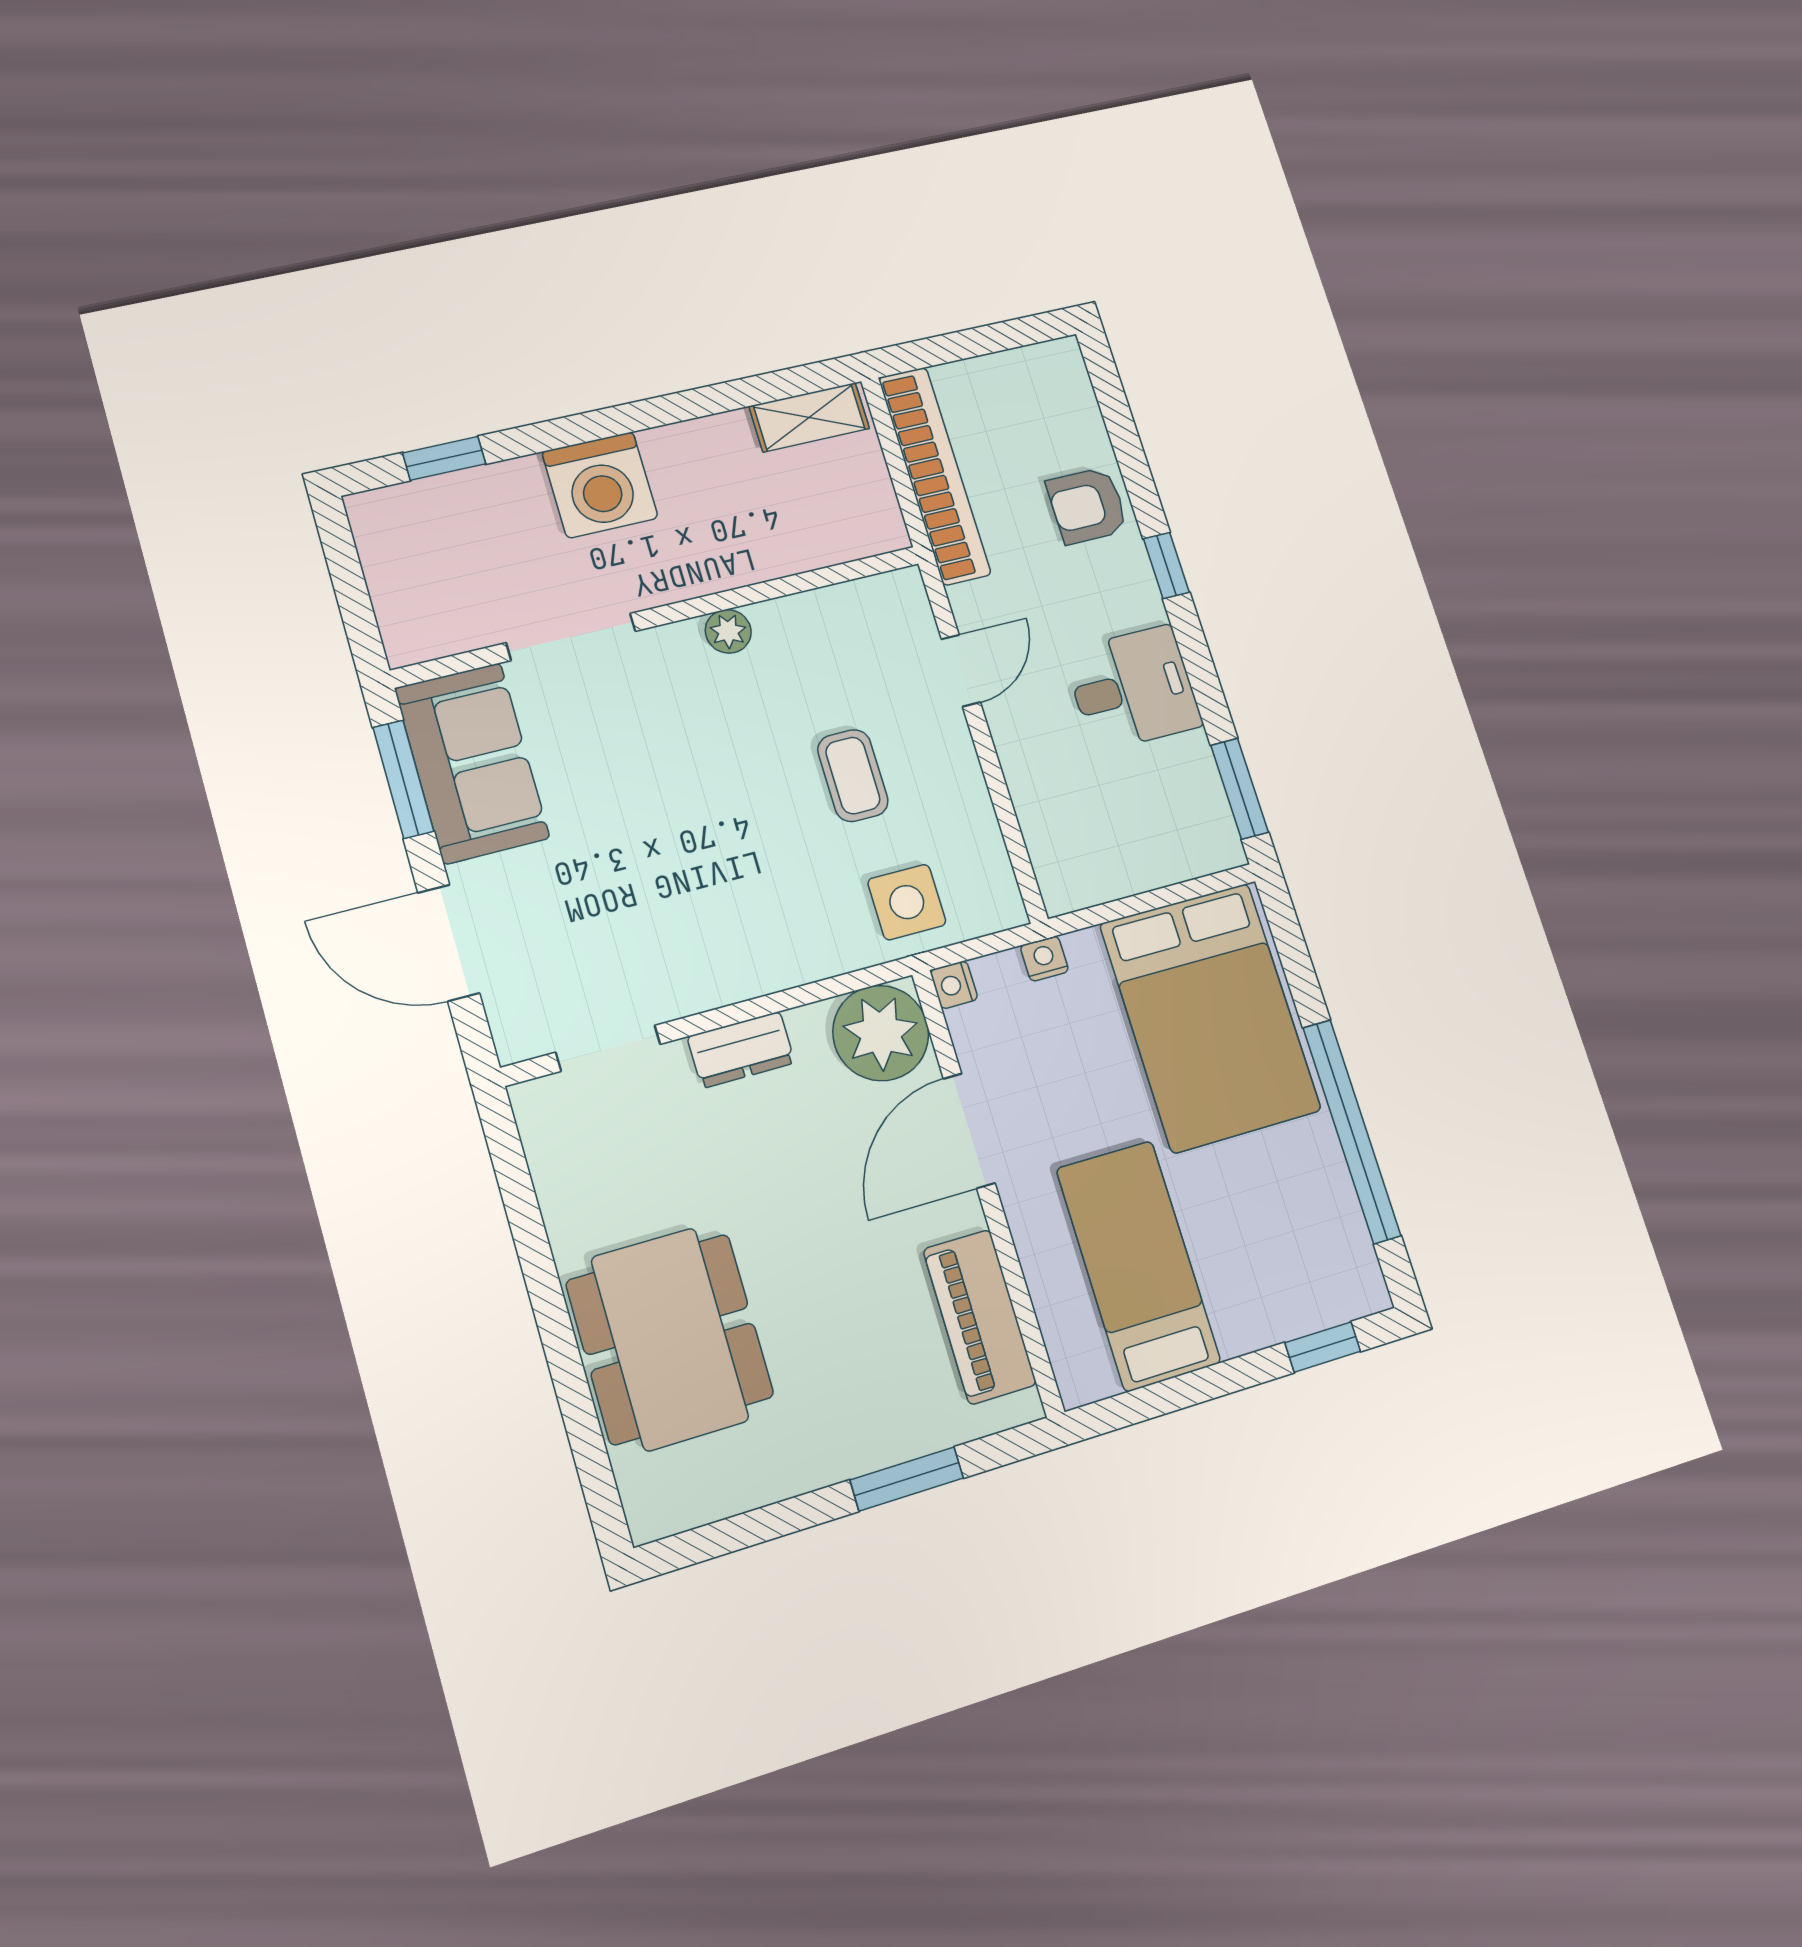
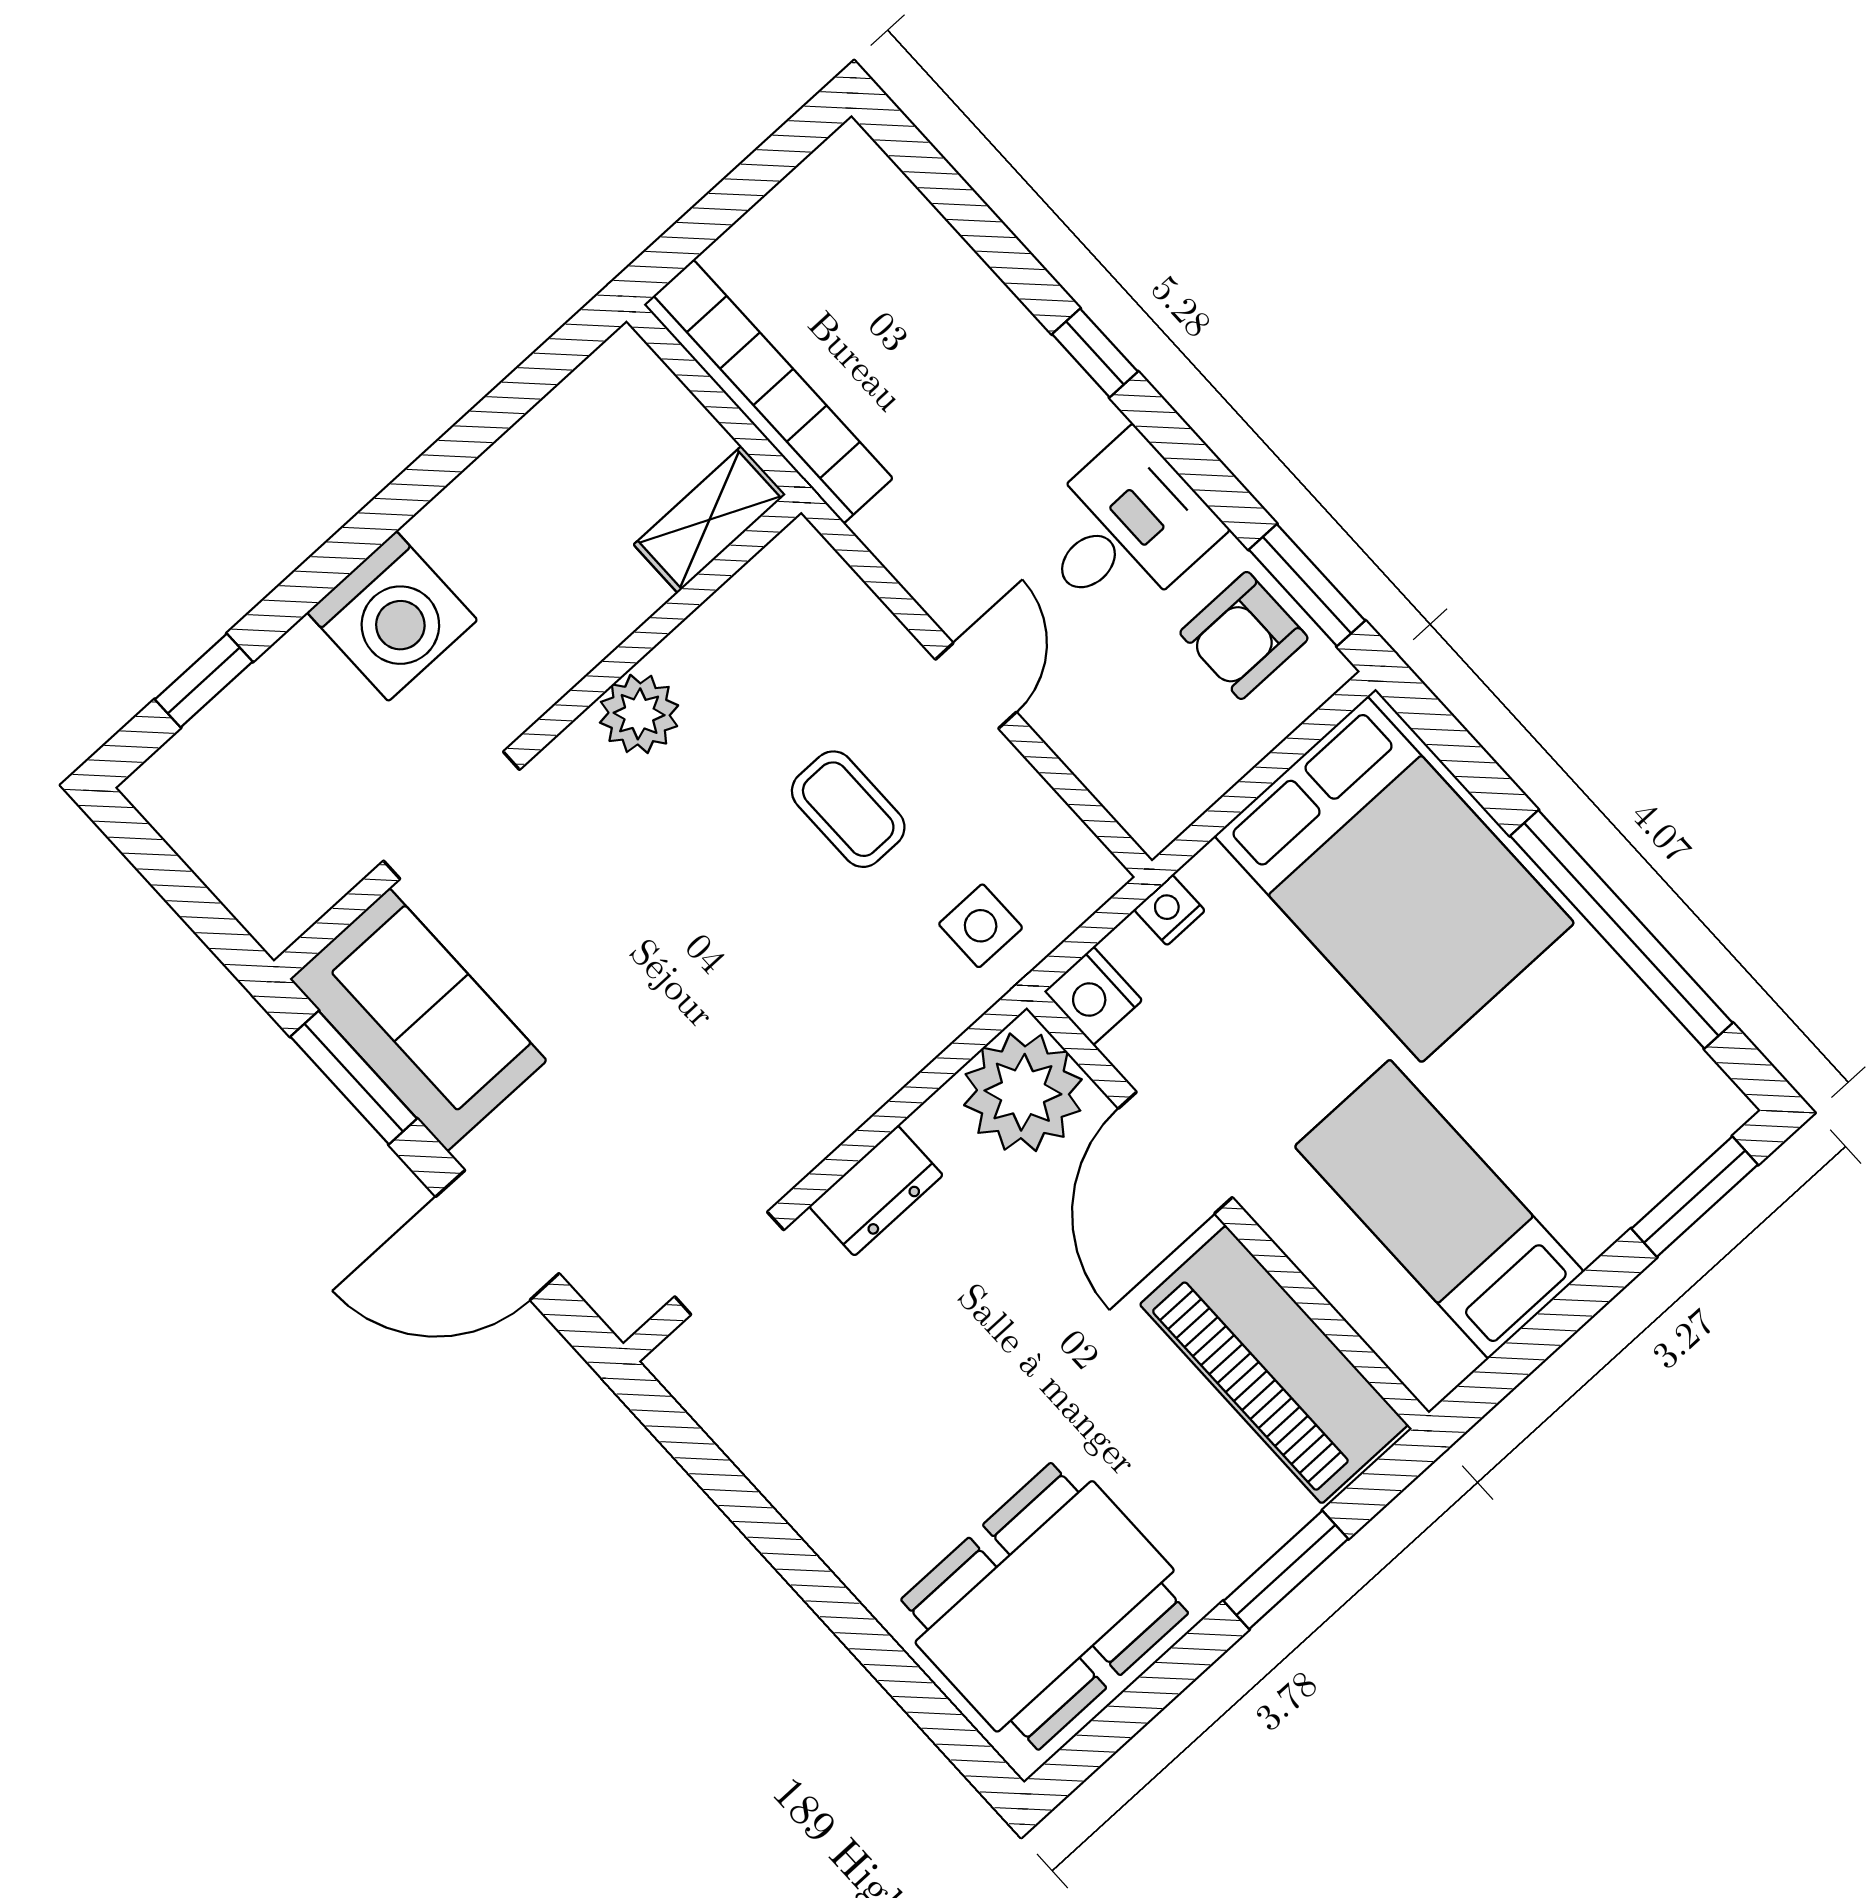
shelving: (809, 417) -> (710, 520), moved
armchair: (1087, 506) -> (1244, 635), moved
plant: (728, 631) -> (639, 714), width x1.38, depth x1.38
door: (961, 671) -> (976, 686), moved
side table: (907, 902) -> (981, 926), width x0.73, depth x0.73
nightstand: (954, 985) -> (1093, 996), width x1.39, depth x1.35
piano: (980, 1317) -> (1274, 1365), width x1.37, depth x1.33
dining table: (670, 1339) -> (1045, 1606), moved, turned 90
window: (1323, 1347) -> (1695, 1197), width x1.50

